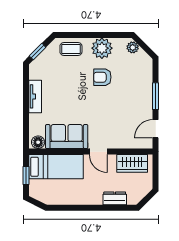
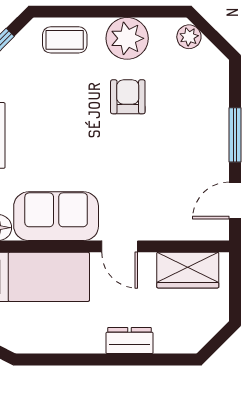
armchair: (102, 77) -> (128, 97), turned 90
dresser: (115, 198) -> (129, 341), moved

